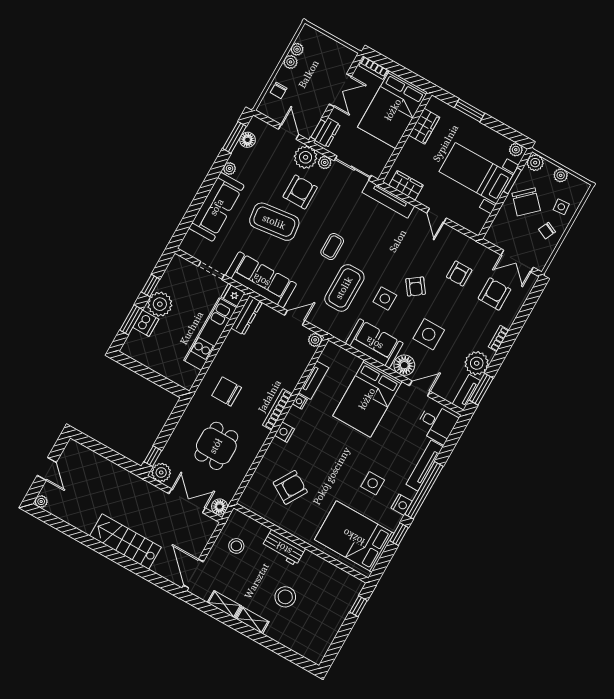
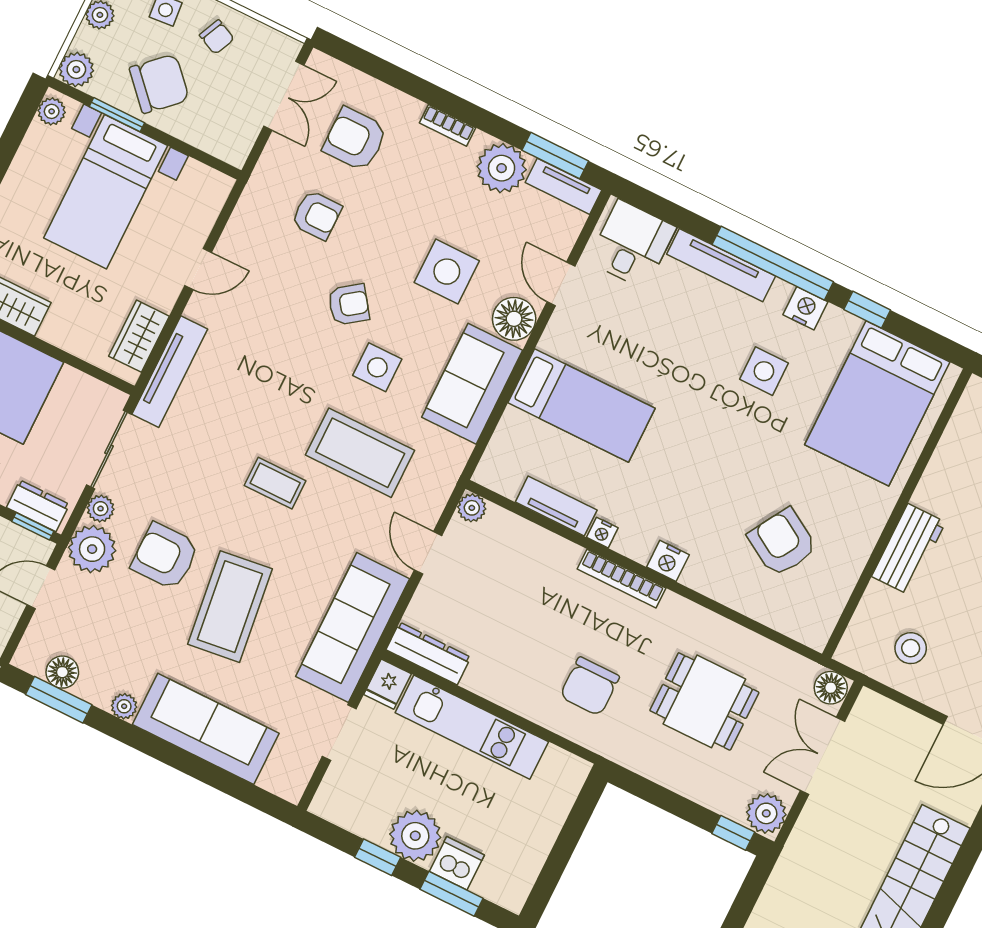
bed: (367, 399) -> (581, 405), width x0.67

